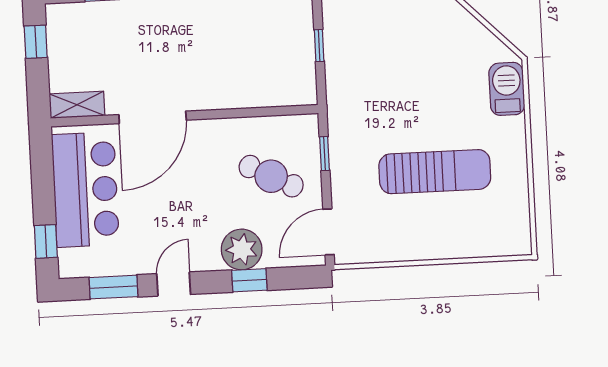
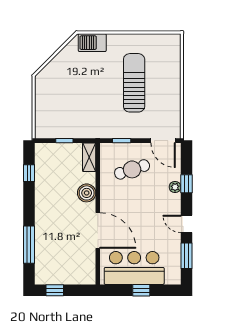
boiler: (222, 93) -> (87, 193), added
shelving: (77, 105) -> (89, 157), moved
cafe table: (271, 176) -> (132, 169), turned 45
window: (46, 241) -> (141, 290), moved
plant: (242, 249) -> (175, 187), width x0.53, depth x0.53

